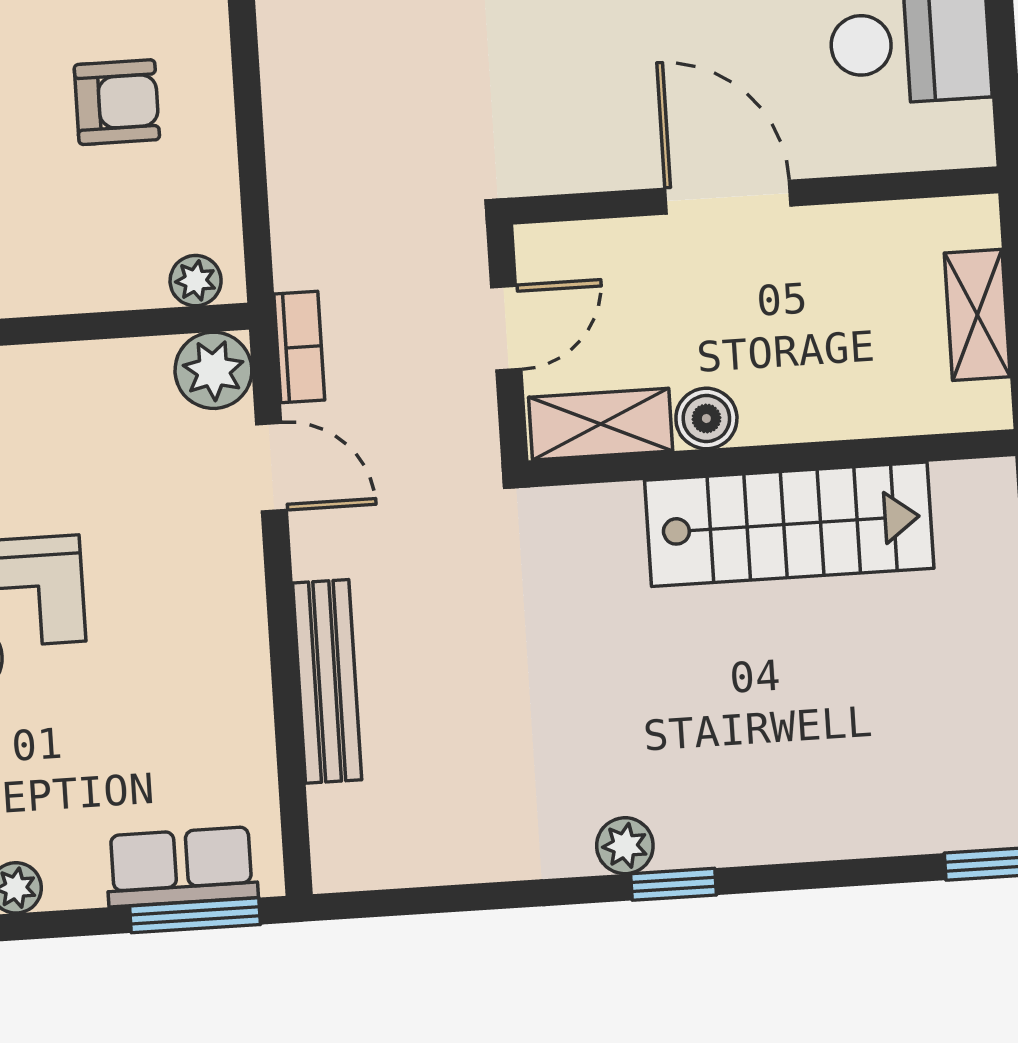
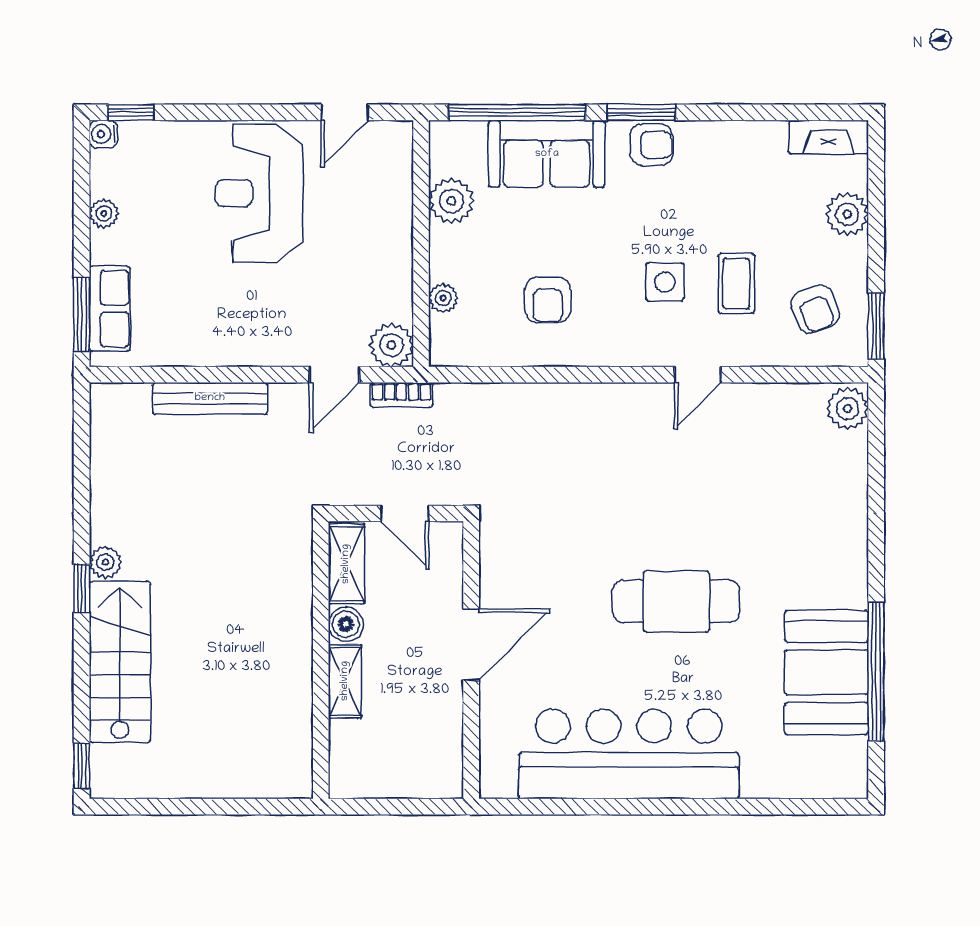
plant: (196, 281) -> (443, 298), moved
shelving: (977, 315) -> (345, 681), moved, turned 90
stairs: (789, 524) -> (120, 662), moved, turned 180

